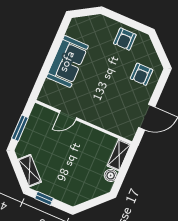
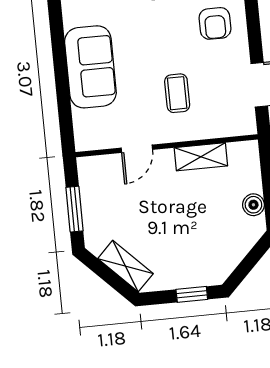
coffee table: (103, 99) -> (177, 93), added
shelving: (119, 155) -> (201, 157), moved, turned 90
window: (44, 198) -> (192, 294), moved

